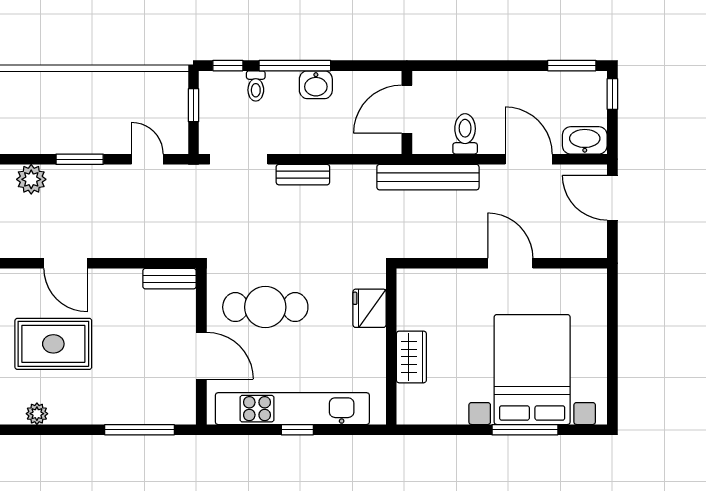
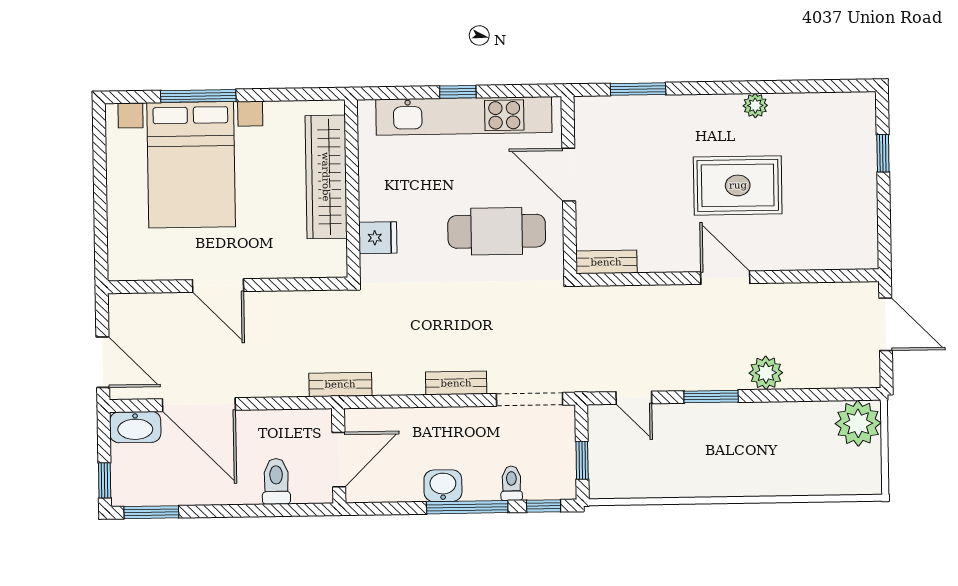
toilet: (465, 134) -> (276, 481), moved, turned 180
door: (529, 159) -> (199, 405), width x1.36
bench: (428, 177) -> (340, 384), width x0.54, depth x0.82
fridge: (370, 308) -> (378, 238), width x0.72
wardrobe: (411, 357) -> (326, 177), width x2.10, depth x1.17
window: (139, 430) -> (638, 89), width x0.69

